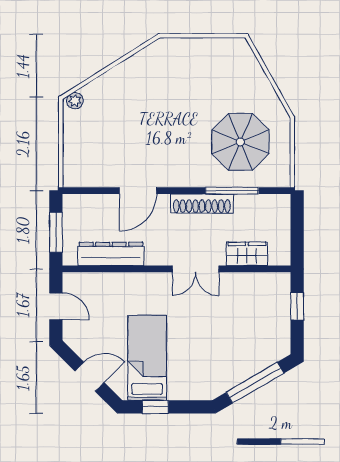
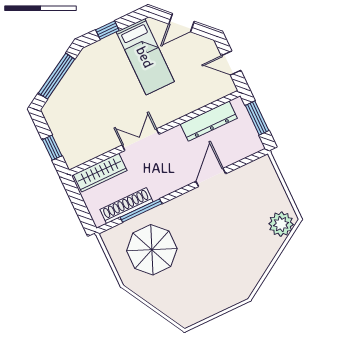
plant: (75, 101) -> (281, 224), width x1.87, depth x1.87
shoe rack: (202, 204) -> (126, 206), moved
wardrobe: (247, 254) -> (100, 173), width x1.50
window: (155, 407) -> (107, 30), moved

